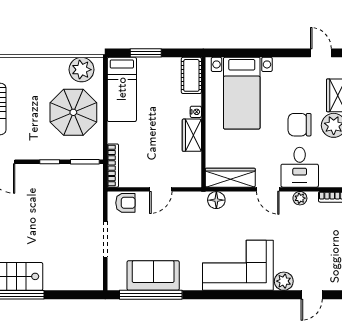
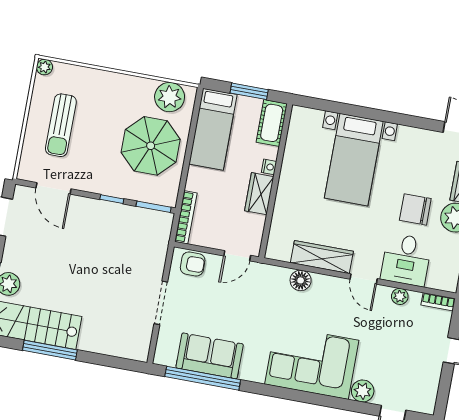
cot: (191, 75) -> (272, 123), moved
nightstand: (196, 112) -> (269, 167), moved
wall: (203, 122) -> (276, 181), moved
wardrobe: (192, 135) -> (259, 194), moved

